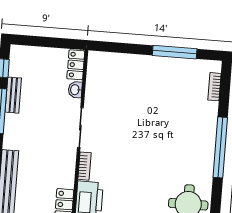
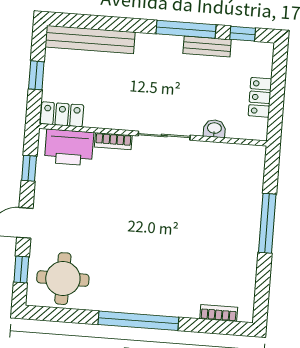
window: (175, 52) -> (267, 223), moved
locker: (76, 65) -> (260, 97), moved, turned -90

